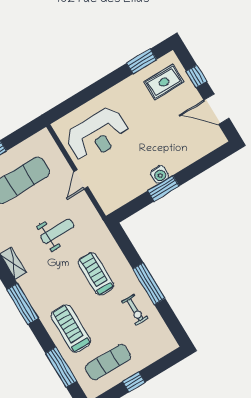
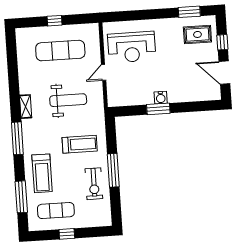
weight bench: (57, 231) -> (68, 100), width x1.36, depth x1.33
treadmill: (96, 274) -> (80, 144), turned 90
exercise bike: (135, 310) -> (94, 184), width x1.38, depth x1.39
treadmill: (71, 328) -> (42, 173), turned 180

